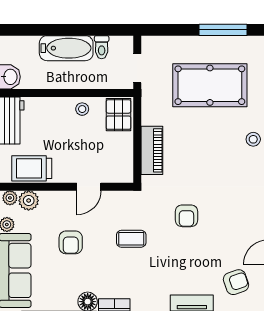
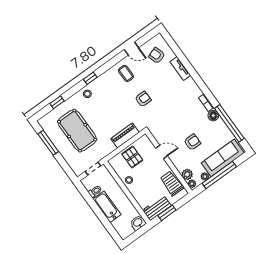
pallet: (118, 115) -> (132, 157), moved, turned 90
trolley: (32, 168) -> (172, 183), turned 180
coffee table: (131, 239) -> (126, 73), moved

